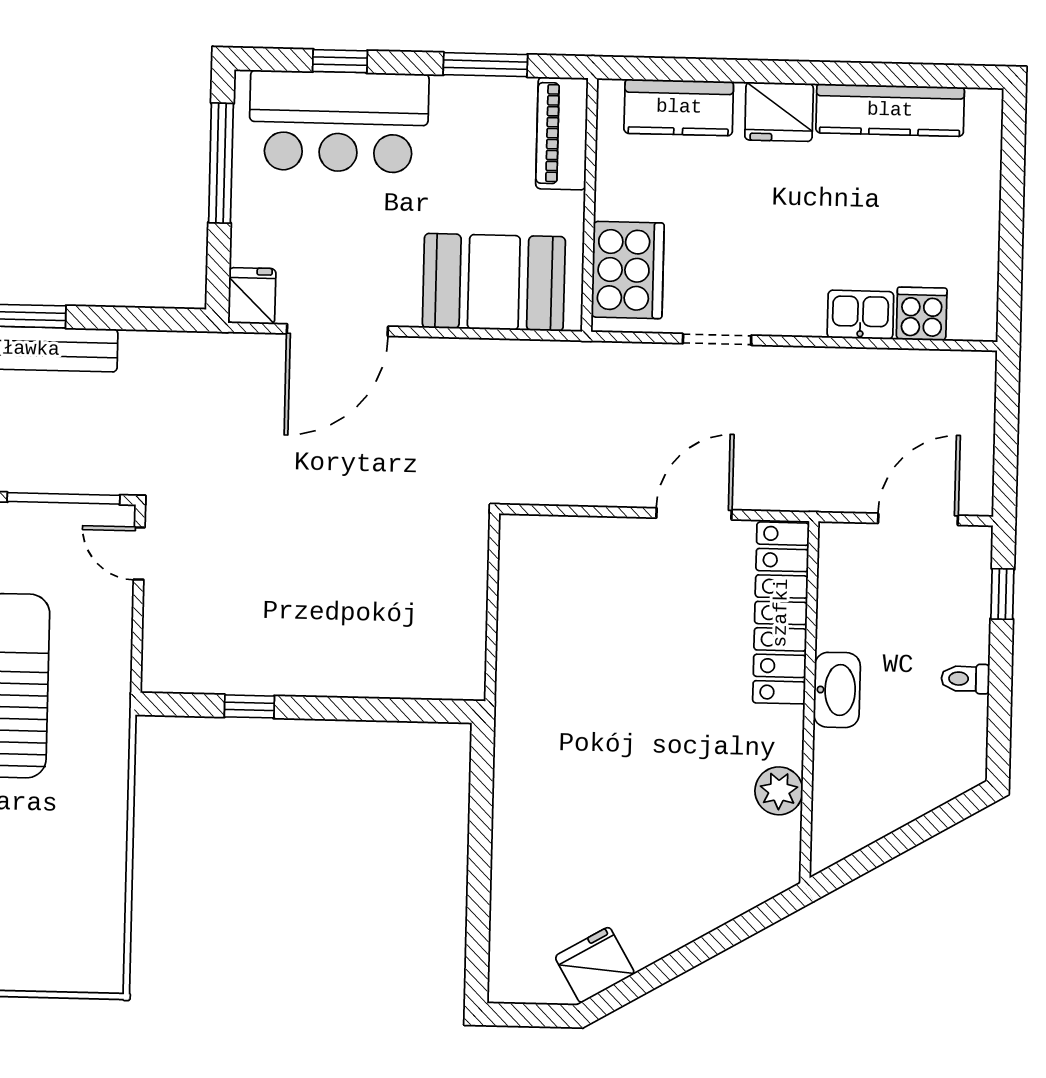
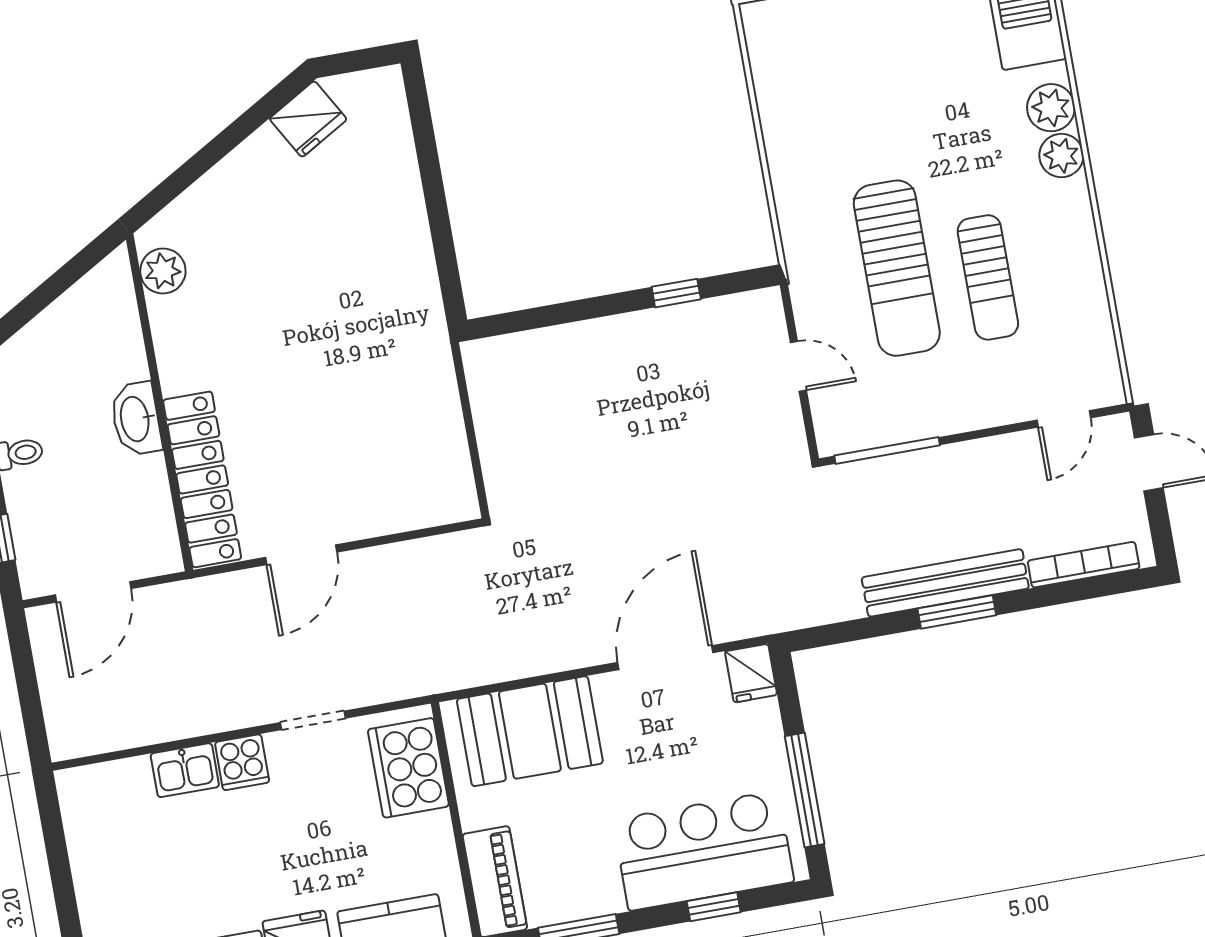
cooker: (922, 314) -> (242, 762), moved
door: (139, 553) -> (798, 366), moved
plant: (779, 791) -> (163, 271), moved

